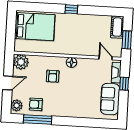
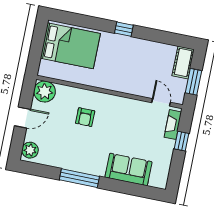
floor lamp: (71, 62) -> (114, 102), removed
sofa: (110, 99) -> (128, 169), moved, turned 90
armchair: (36, 104) -> (57, 152), removed
window: (38, 120) -> (79, 178), moved

